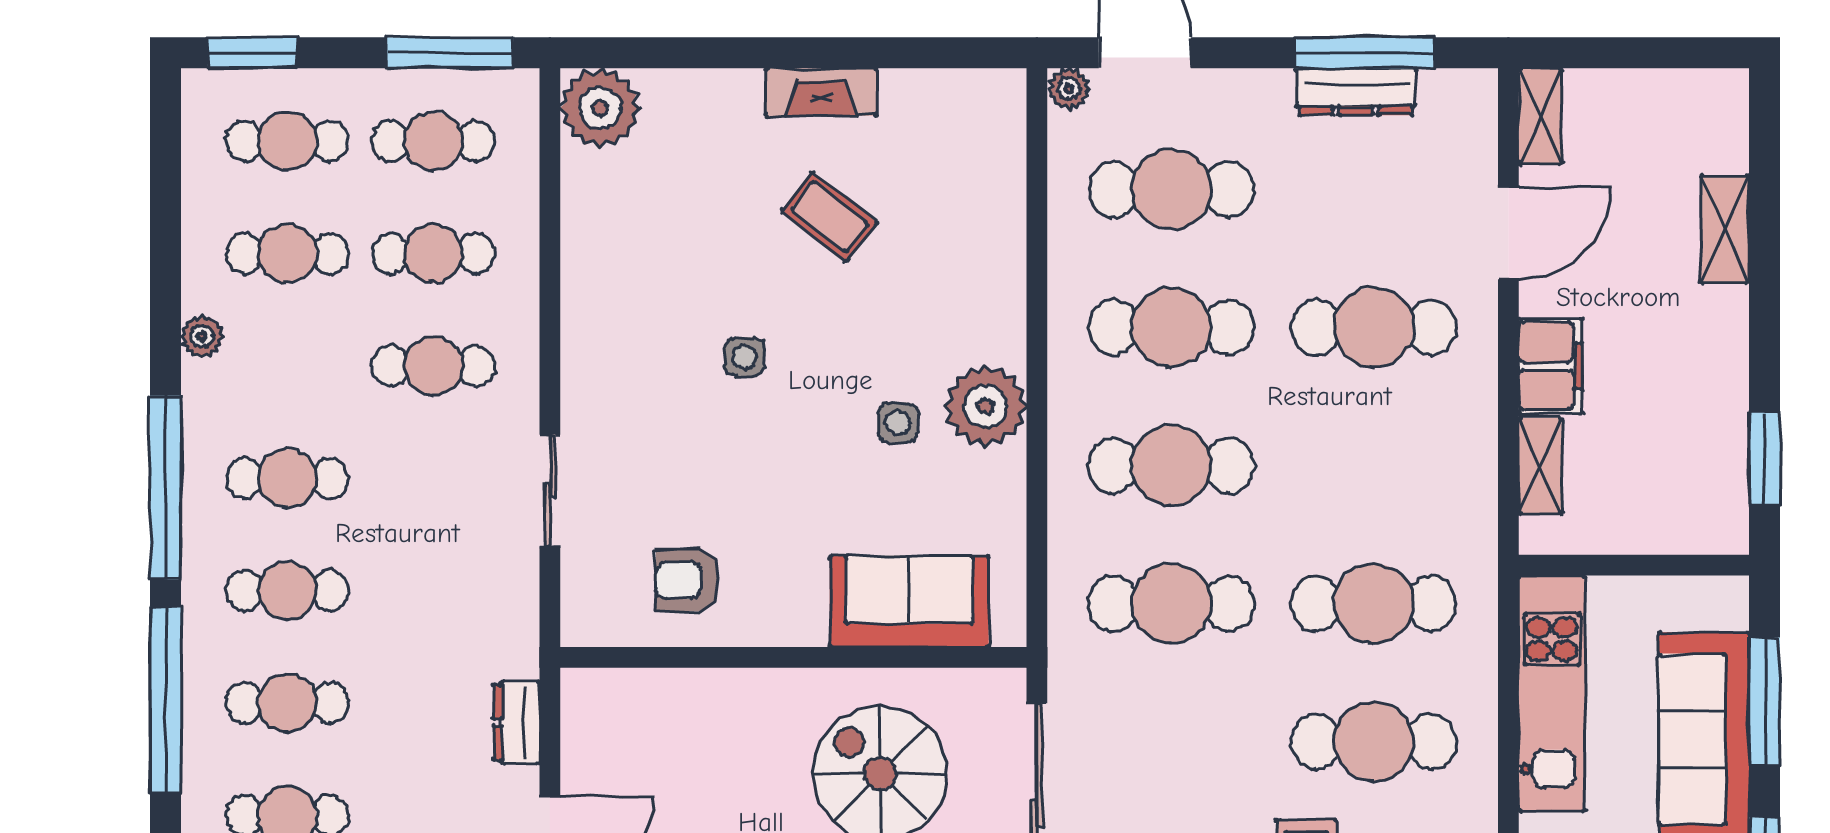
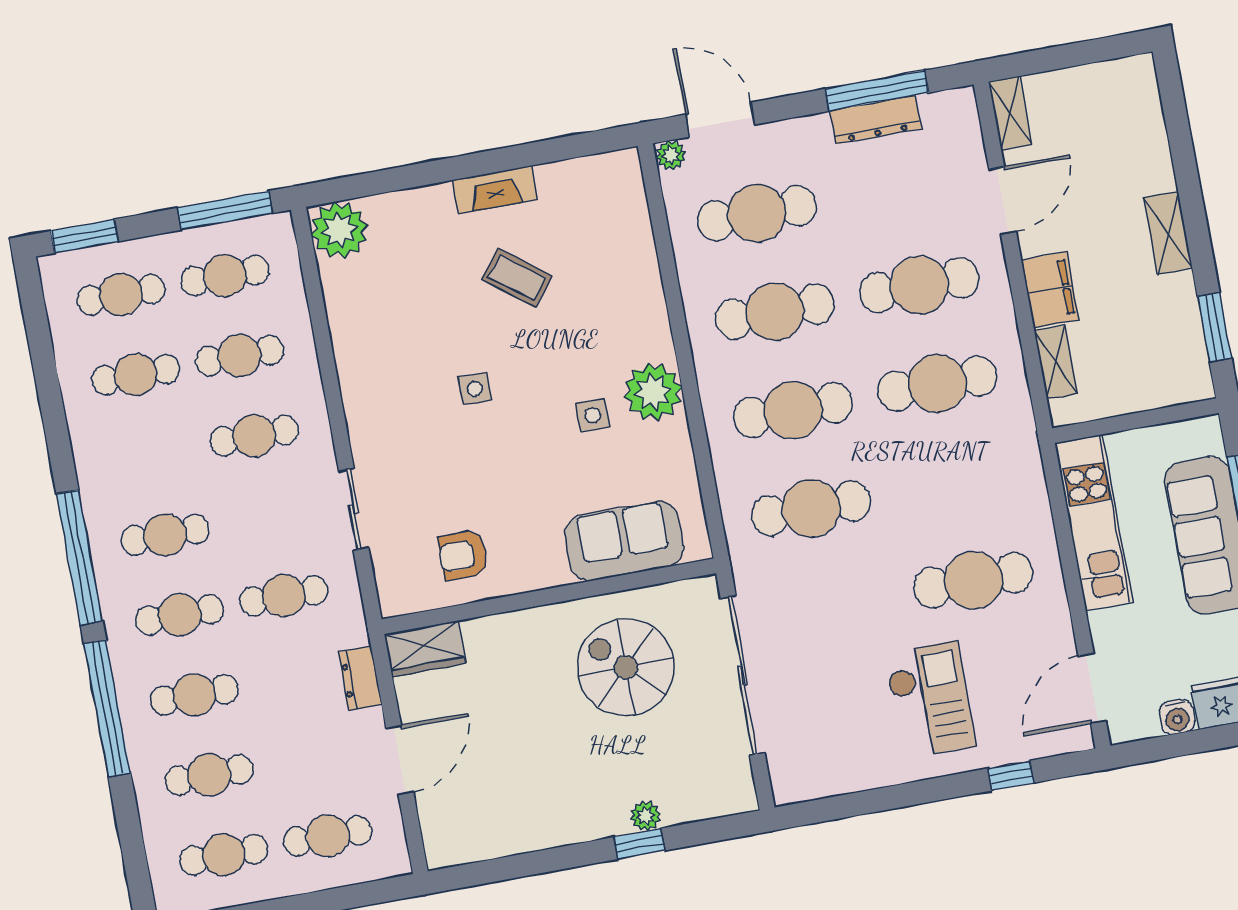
shelving: (1725, 229) -> (1168, 233), moved
plant: (202, 337) -> (86, 445), removed
cafe table: (433, 591) -> (284, 596), added
cafe table: (1374, 604) -> (937, 384), moved
wardrobe: (612, 698) -> (425, 649), added

